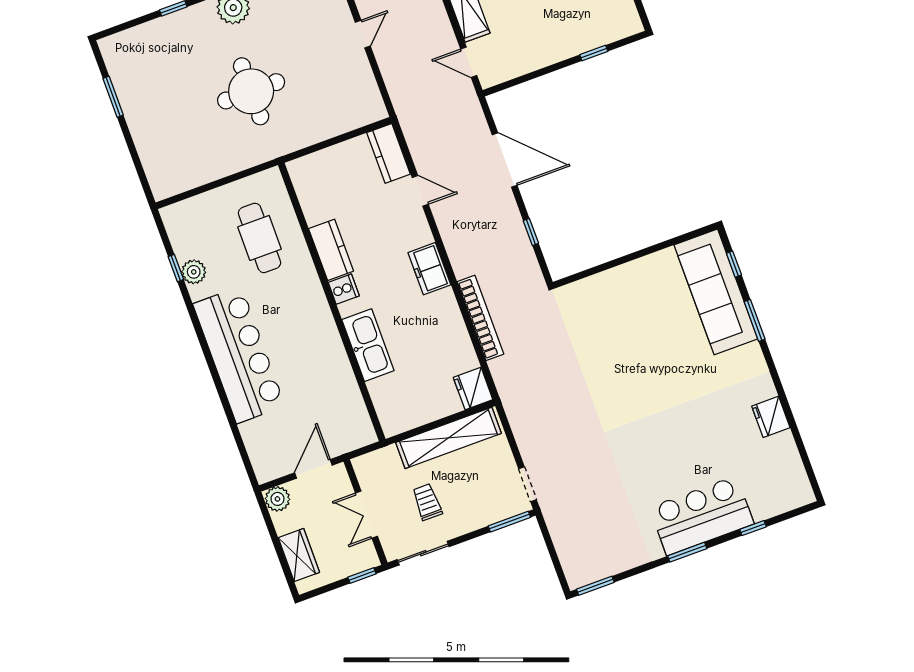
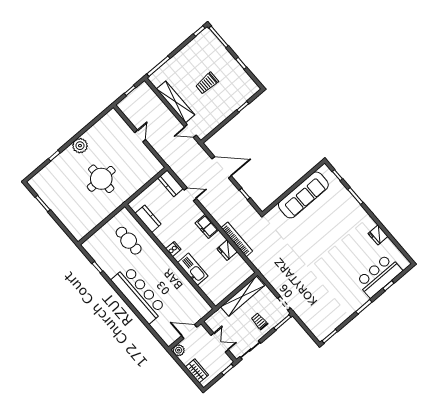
kitchen counter: (331, 250) -> (148, 219), moved
plant: (194, 272) -> (106, 266), removed
sofa: (716, 292) -> (303, 195), moved, turned -90
fridge: (473, 389) -> (227, 250), moved
door: (313, 469) -> (189, 331), hinge flipped
trolley: (427, 502) -> (259, 321), moved
double door: (367, 515) -> (220, 343), swing flipped
bar counter: (702, 516) -> (379, 276), moved

